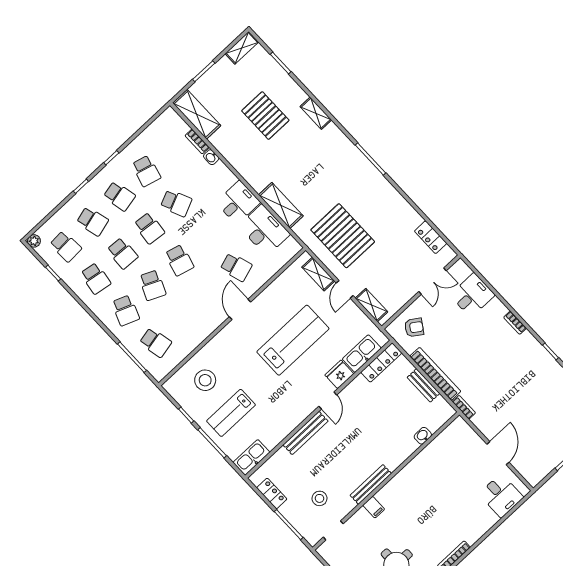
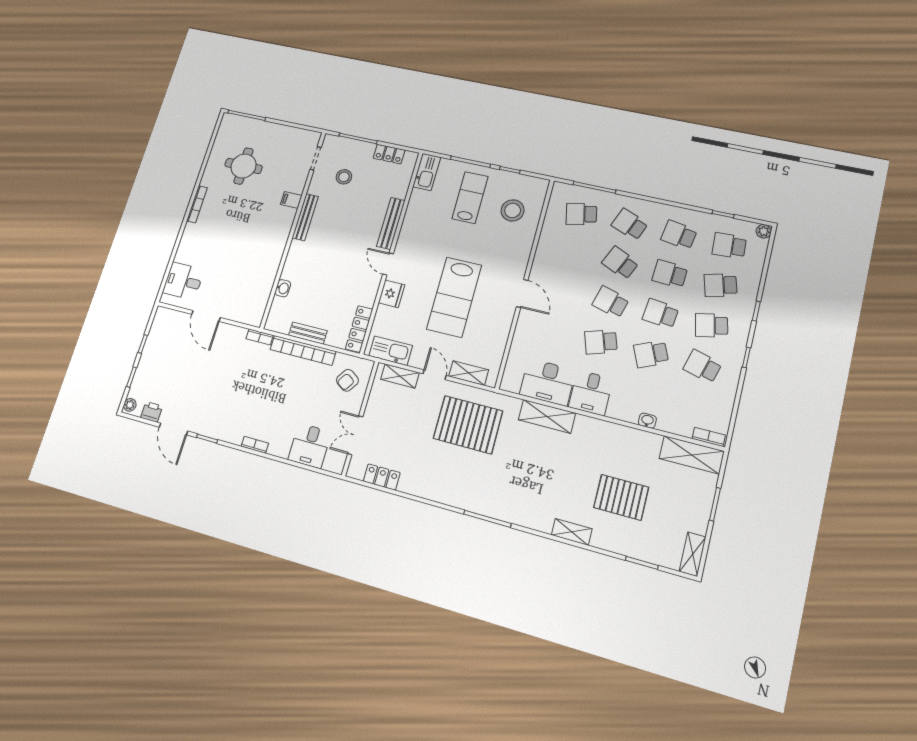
bookcase: (197, 142) -> (709, 437), moved
school desk: (236, 267) -> (601, 342), moved
kitchen sink: (362, 354) -> (391, 351), moved, turned -90

